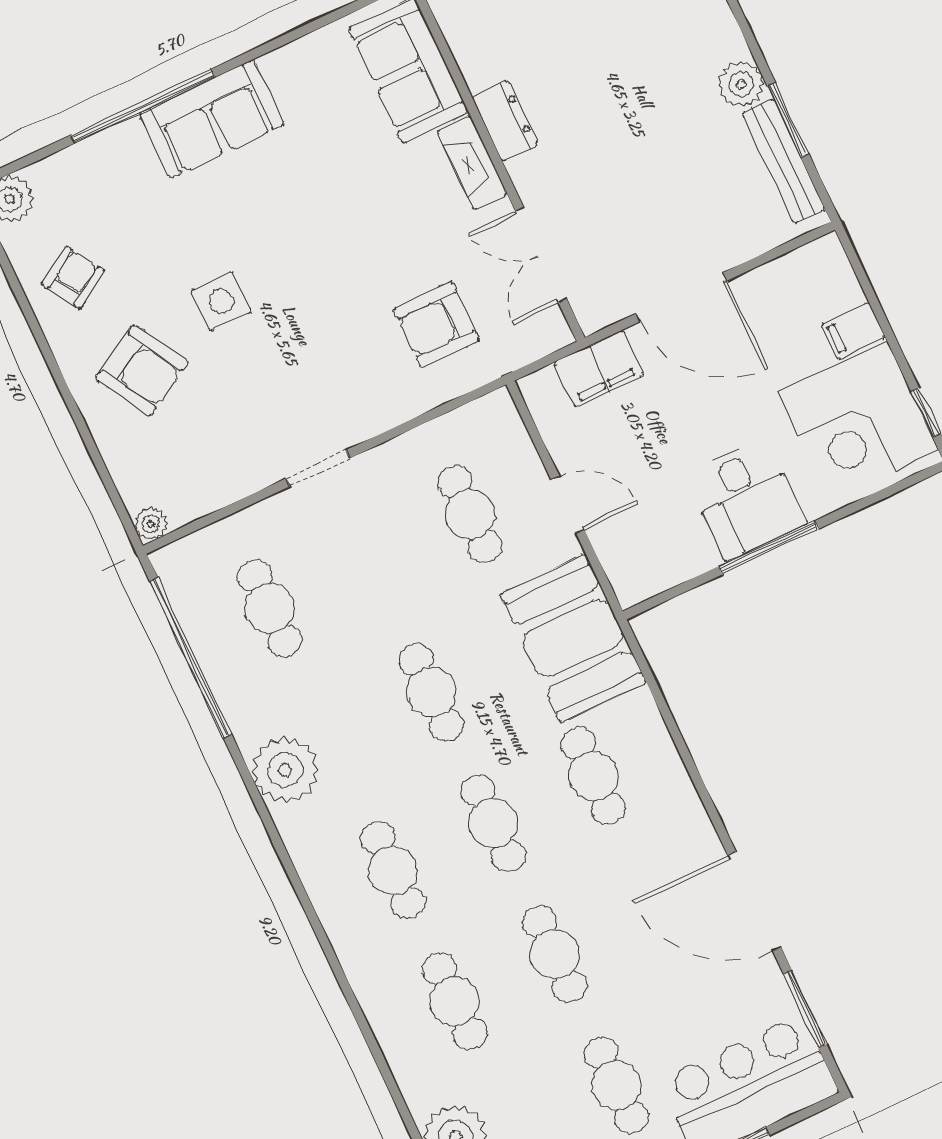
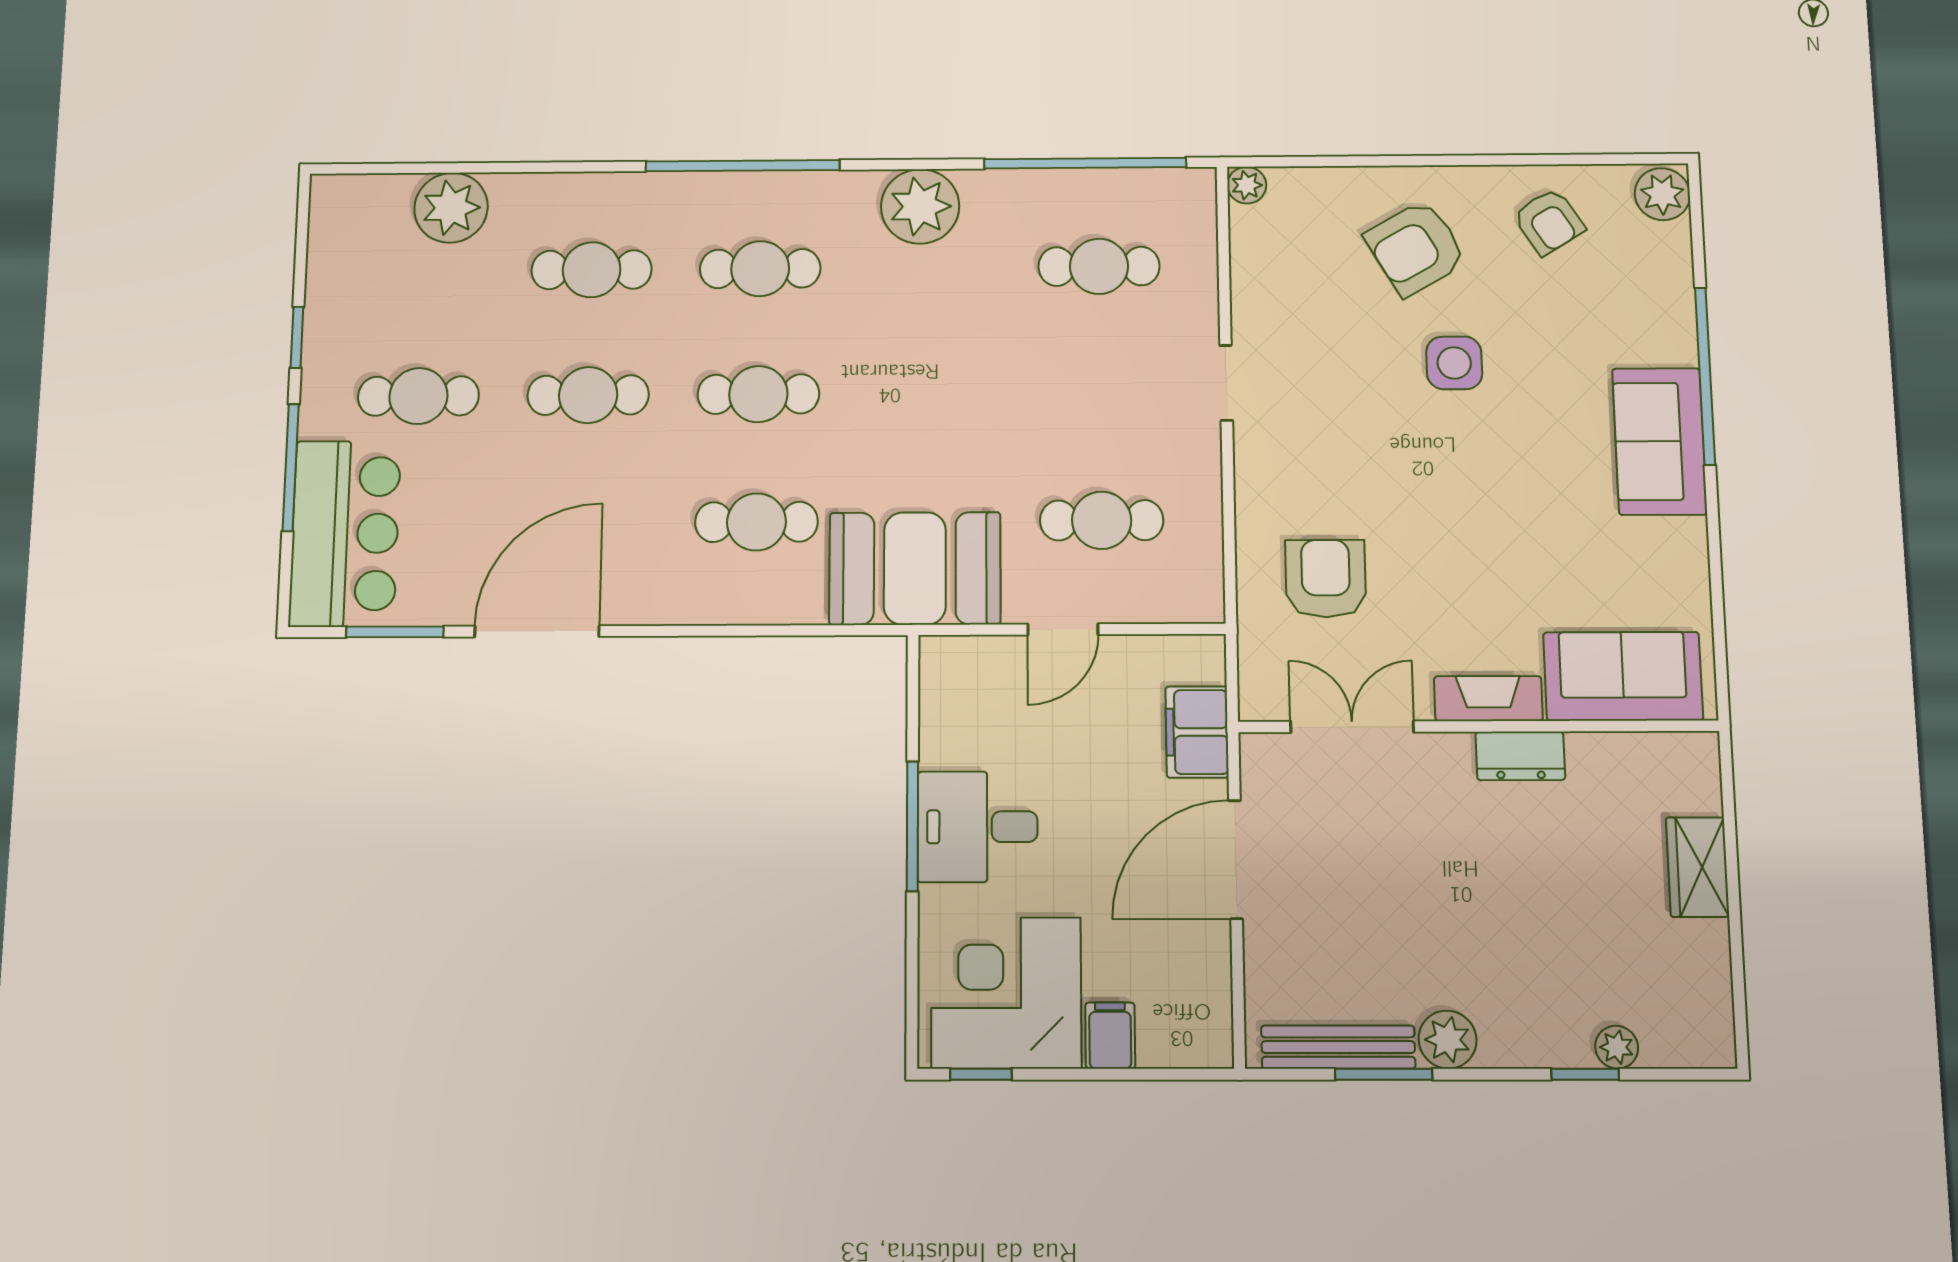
cafe table: (431, 692) -> (929, 393), removed
window: (316, 925) -> (743, 166), added

